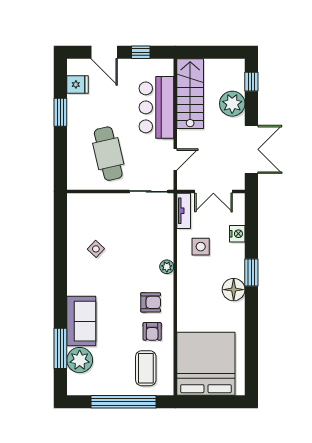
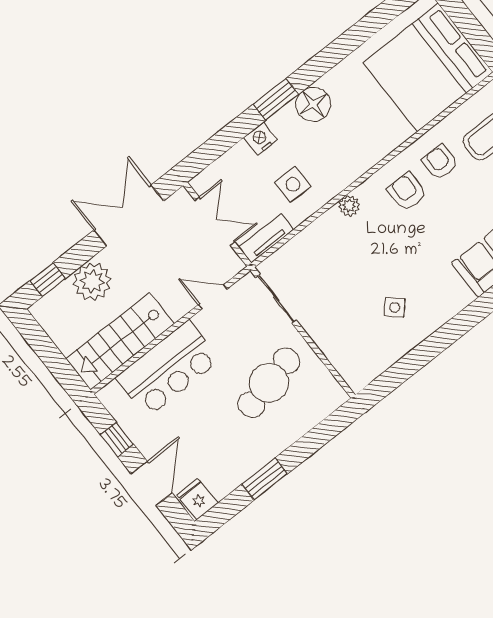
fridge: (77, 84) -> (197, 499), moved
nightstand: (237, 234) -> (261, 139), moved
armchair: (152, 331) -> (440, 162), turned -90

